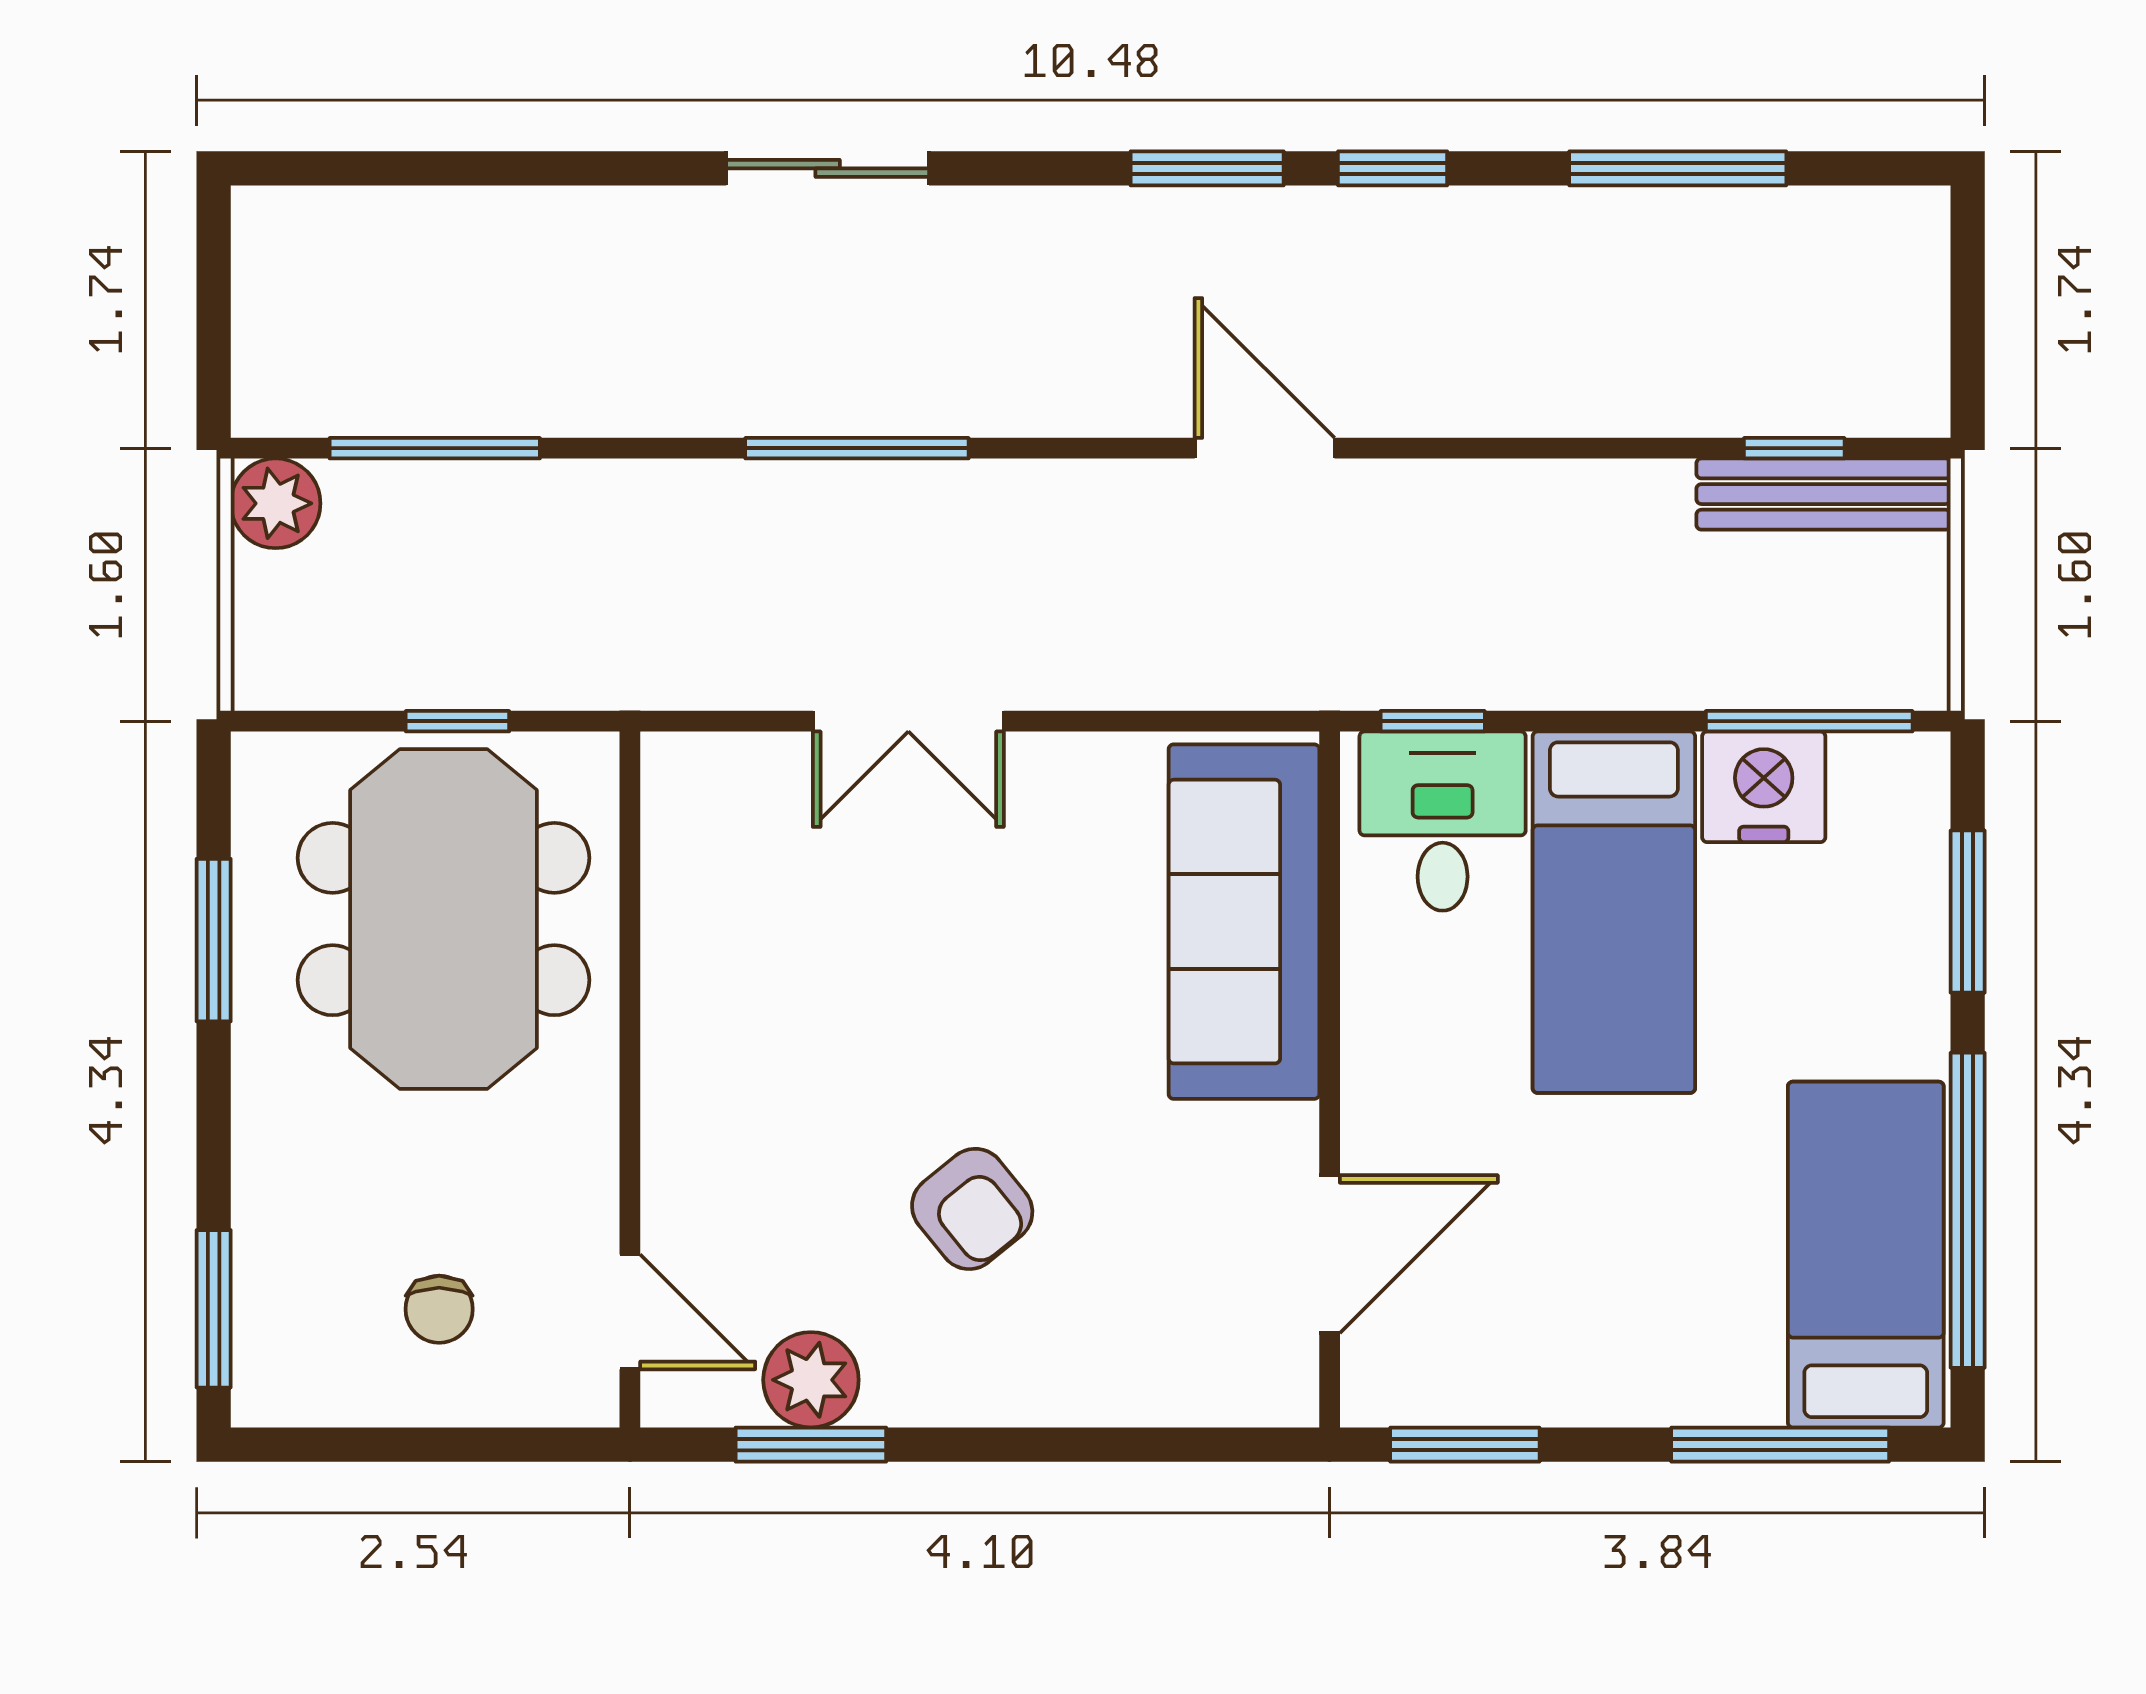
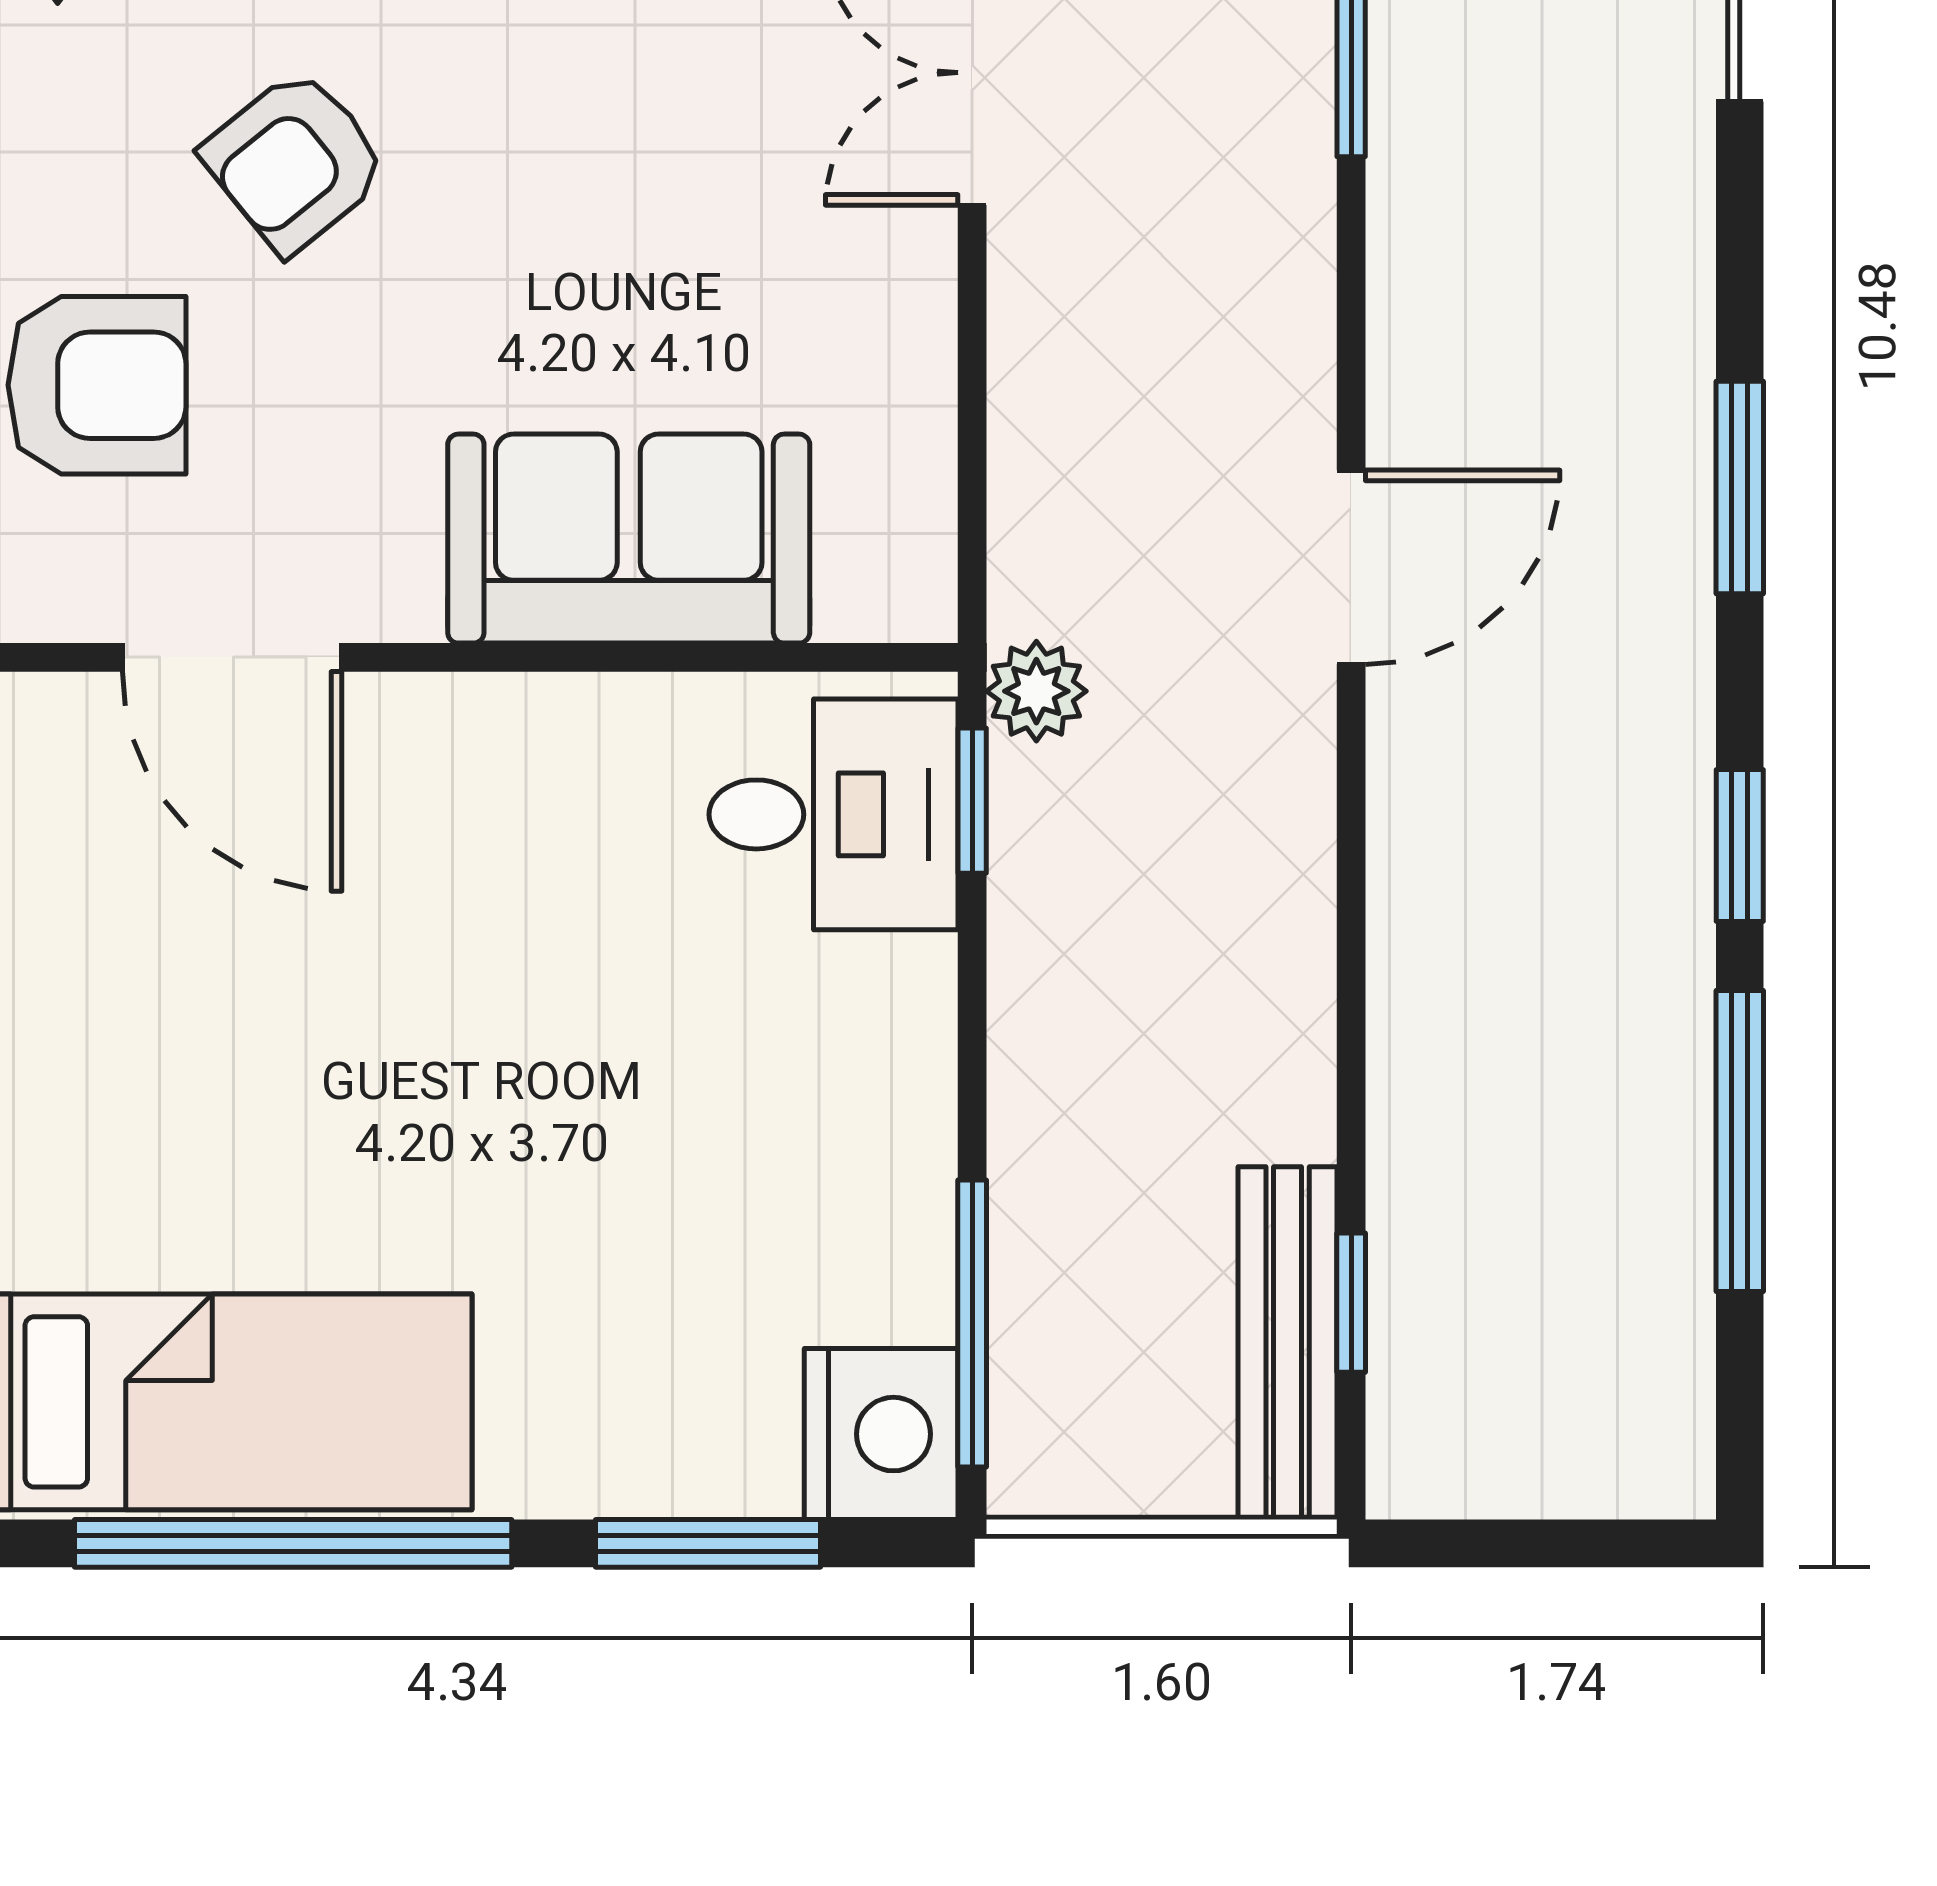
window: (1393, 168) -> (1740, 845), moved
plant: (1354, 675) -> (1036, 691), added
nightstand: (1764, 787) -> (881, 1434), moved
bed: (1614, 912) -> (707, 1052), removed
sofa: (1244, 922) -> (629, 539), width x0.73
armchair: (1133, 1352) -> (97, 385), added

